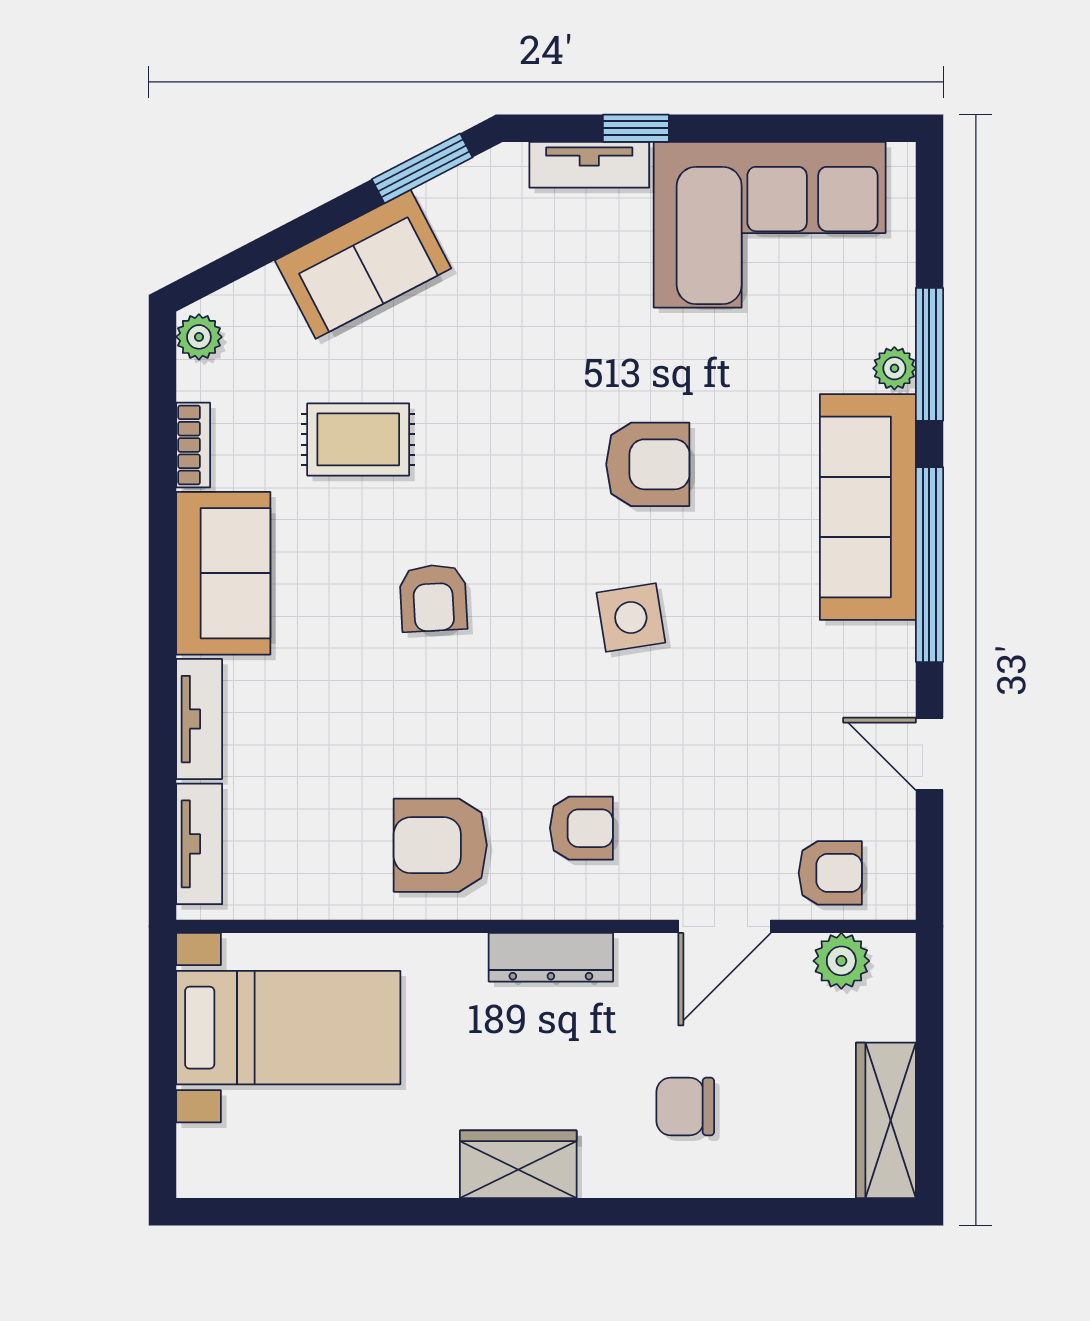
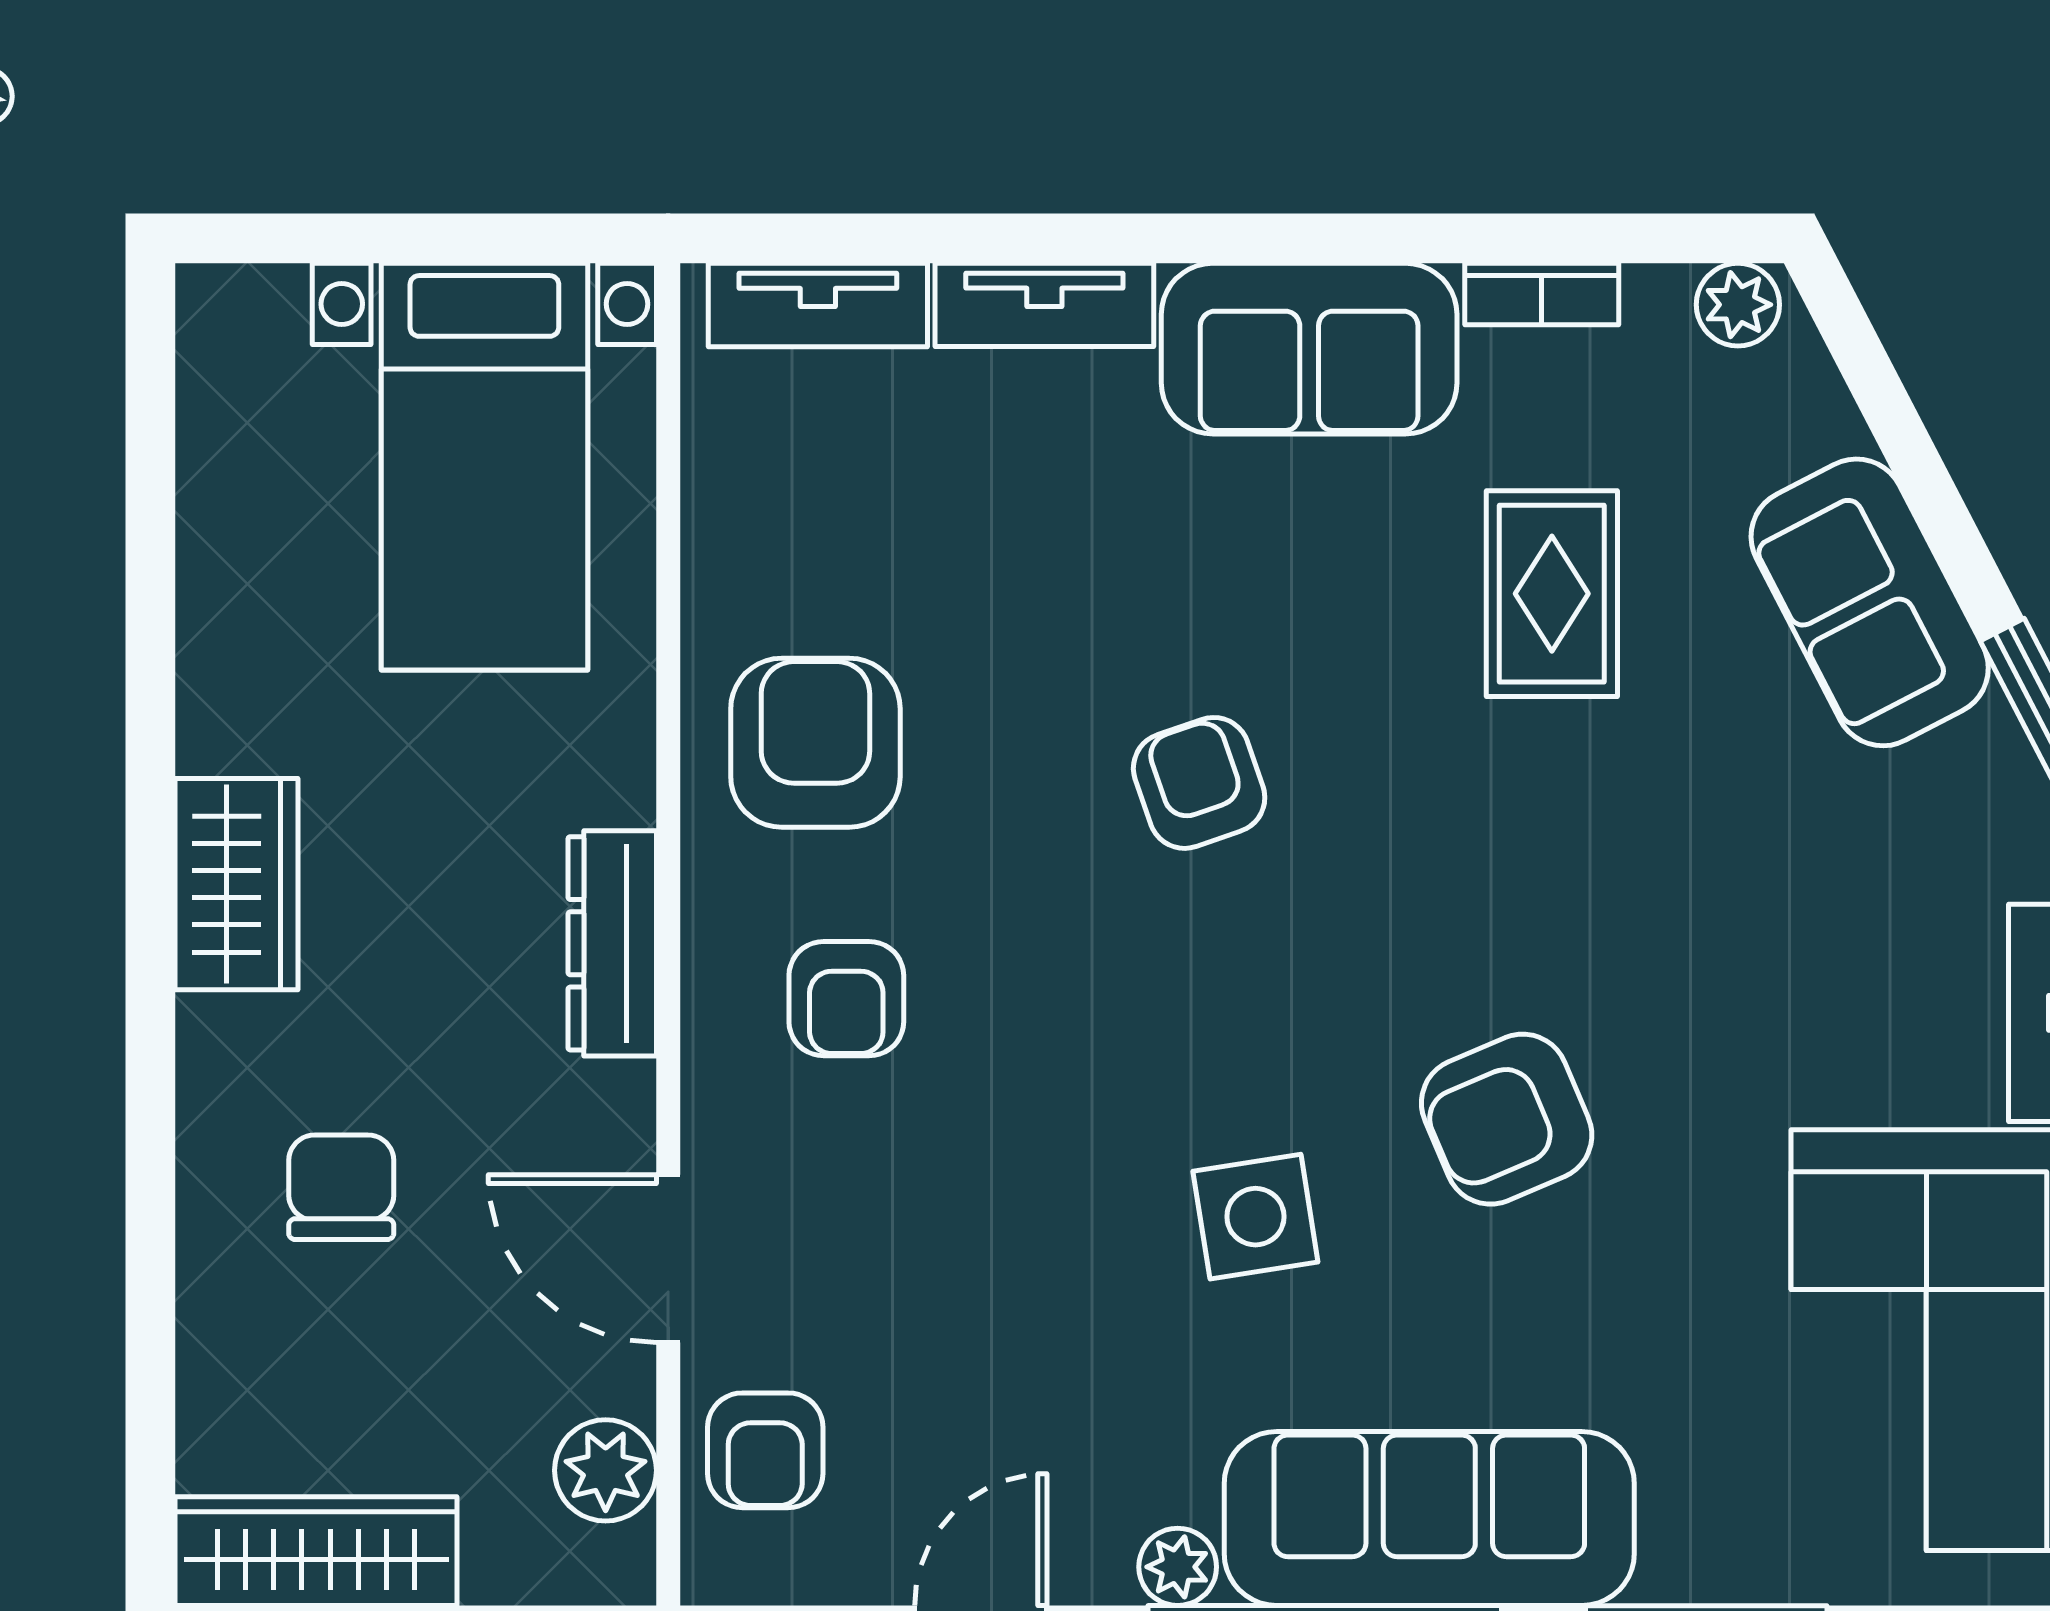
plant: (894, 368) -> (1178, 1567), moved
armchair: (648, 464) -> (1507, 1119), turned 67
armchair: (433, 598) -> (1199, 783), moved, turned 74
side table: (631, 618) -> (1255, 1217), moved

